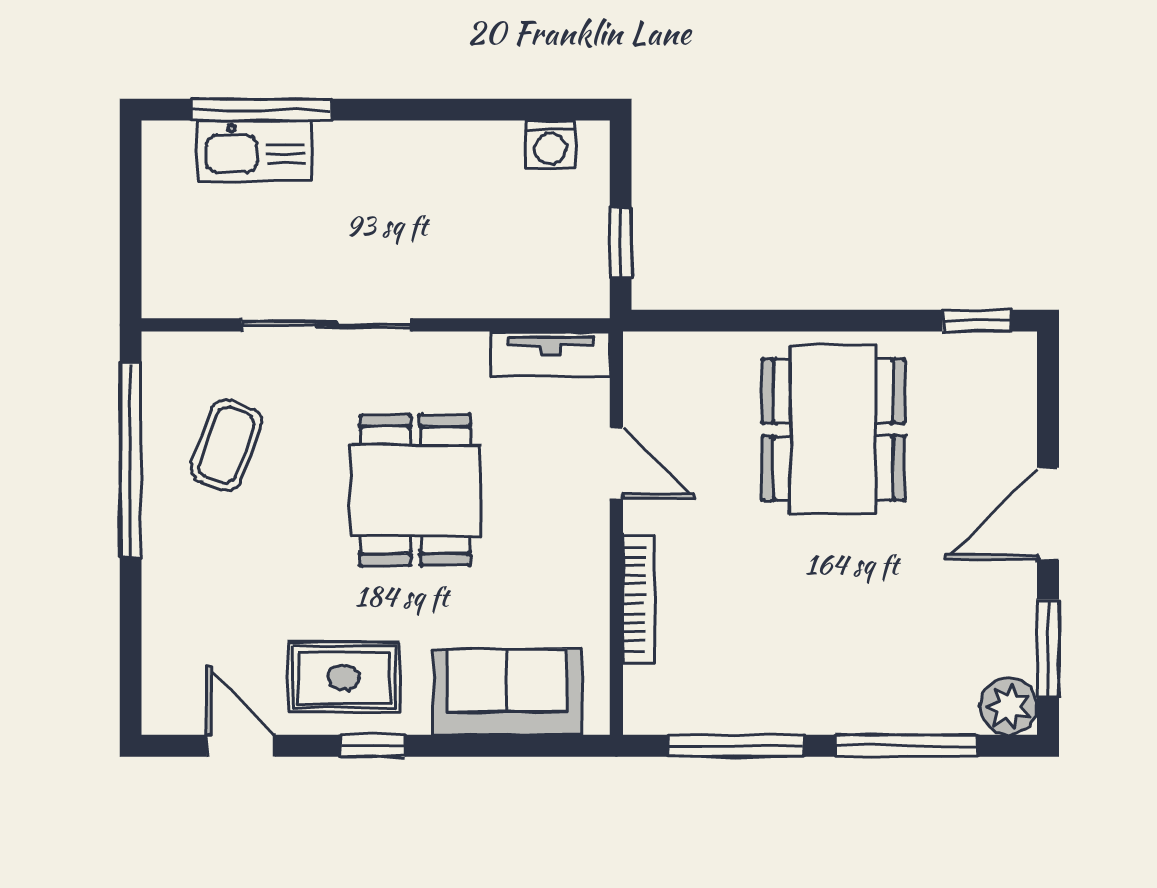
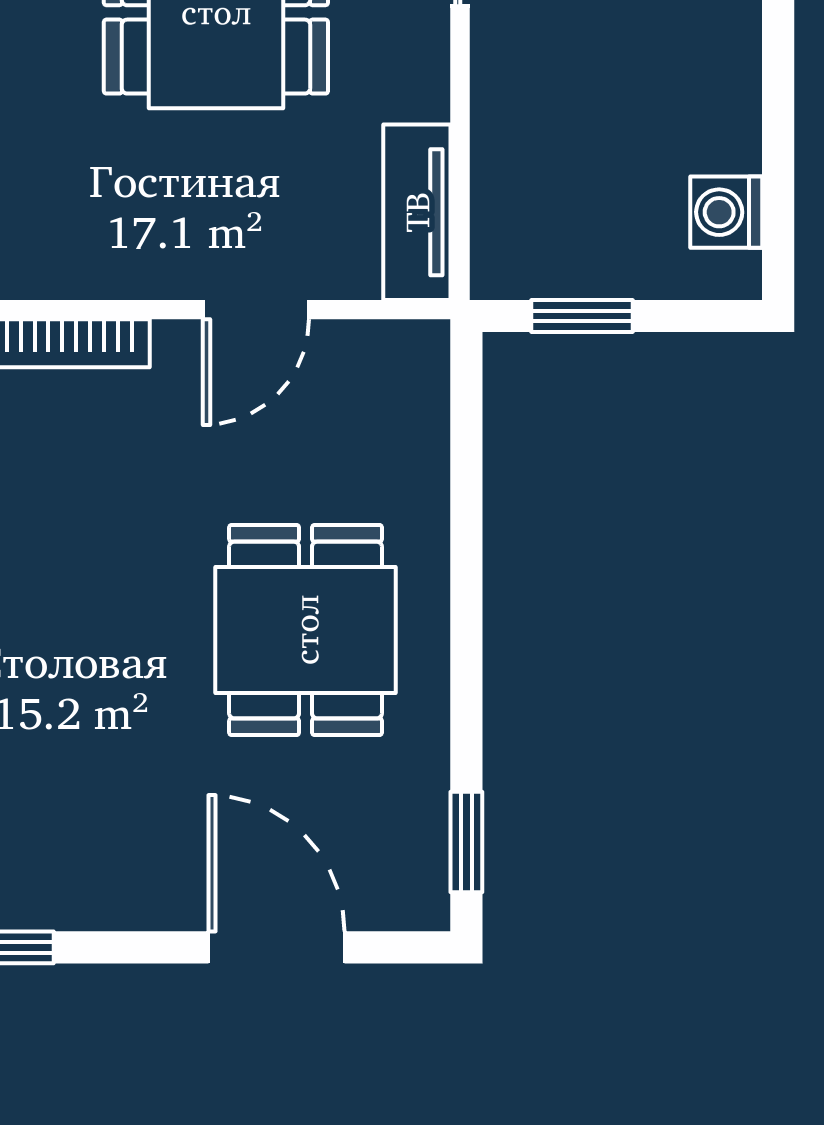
dining table: (833, 430) -> (306, 630), width x0.73
door: (1048, 514) -> (276, 947), moved

